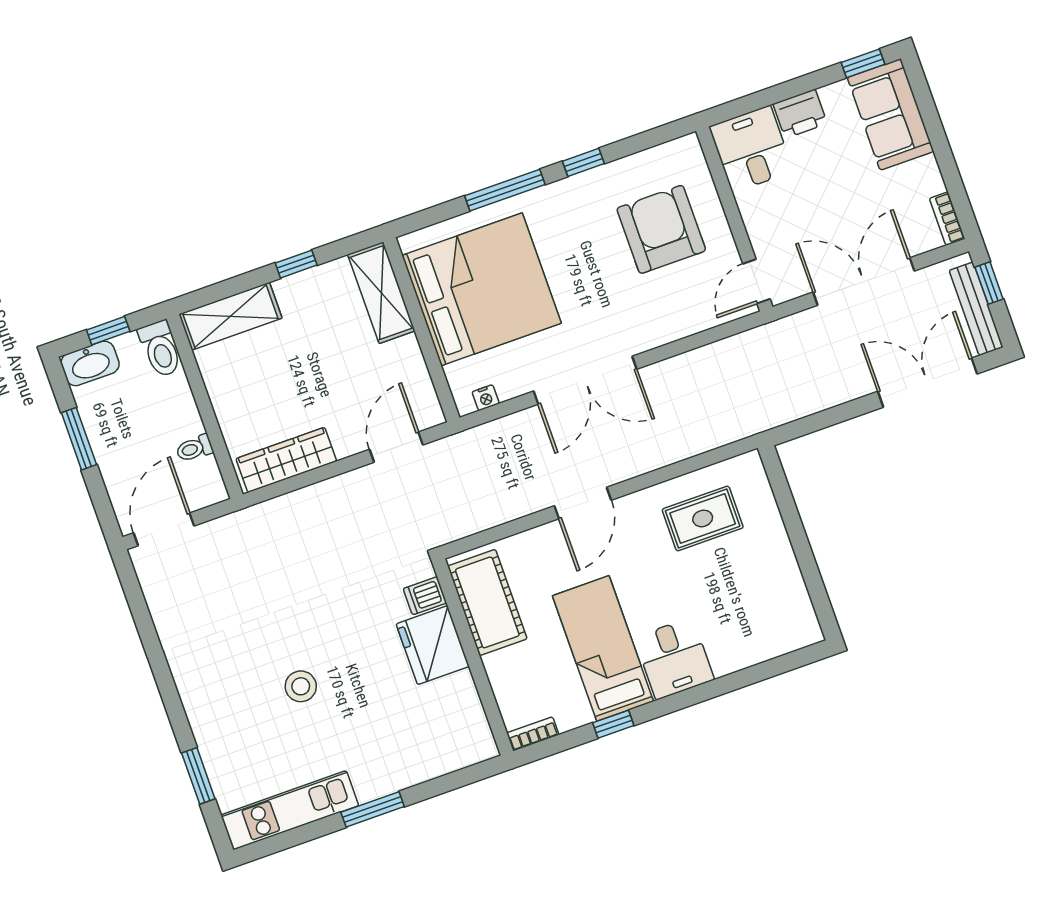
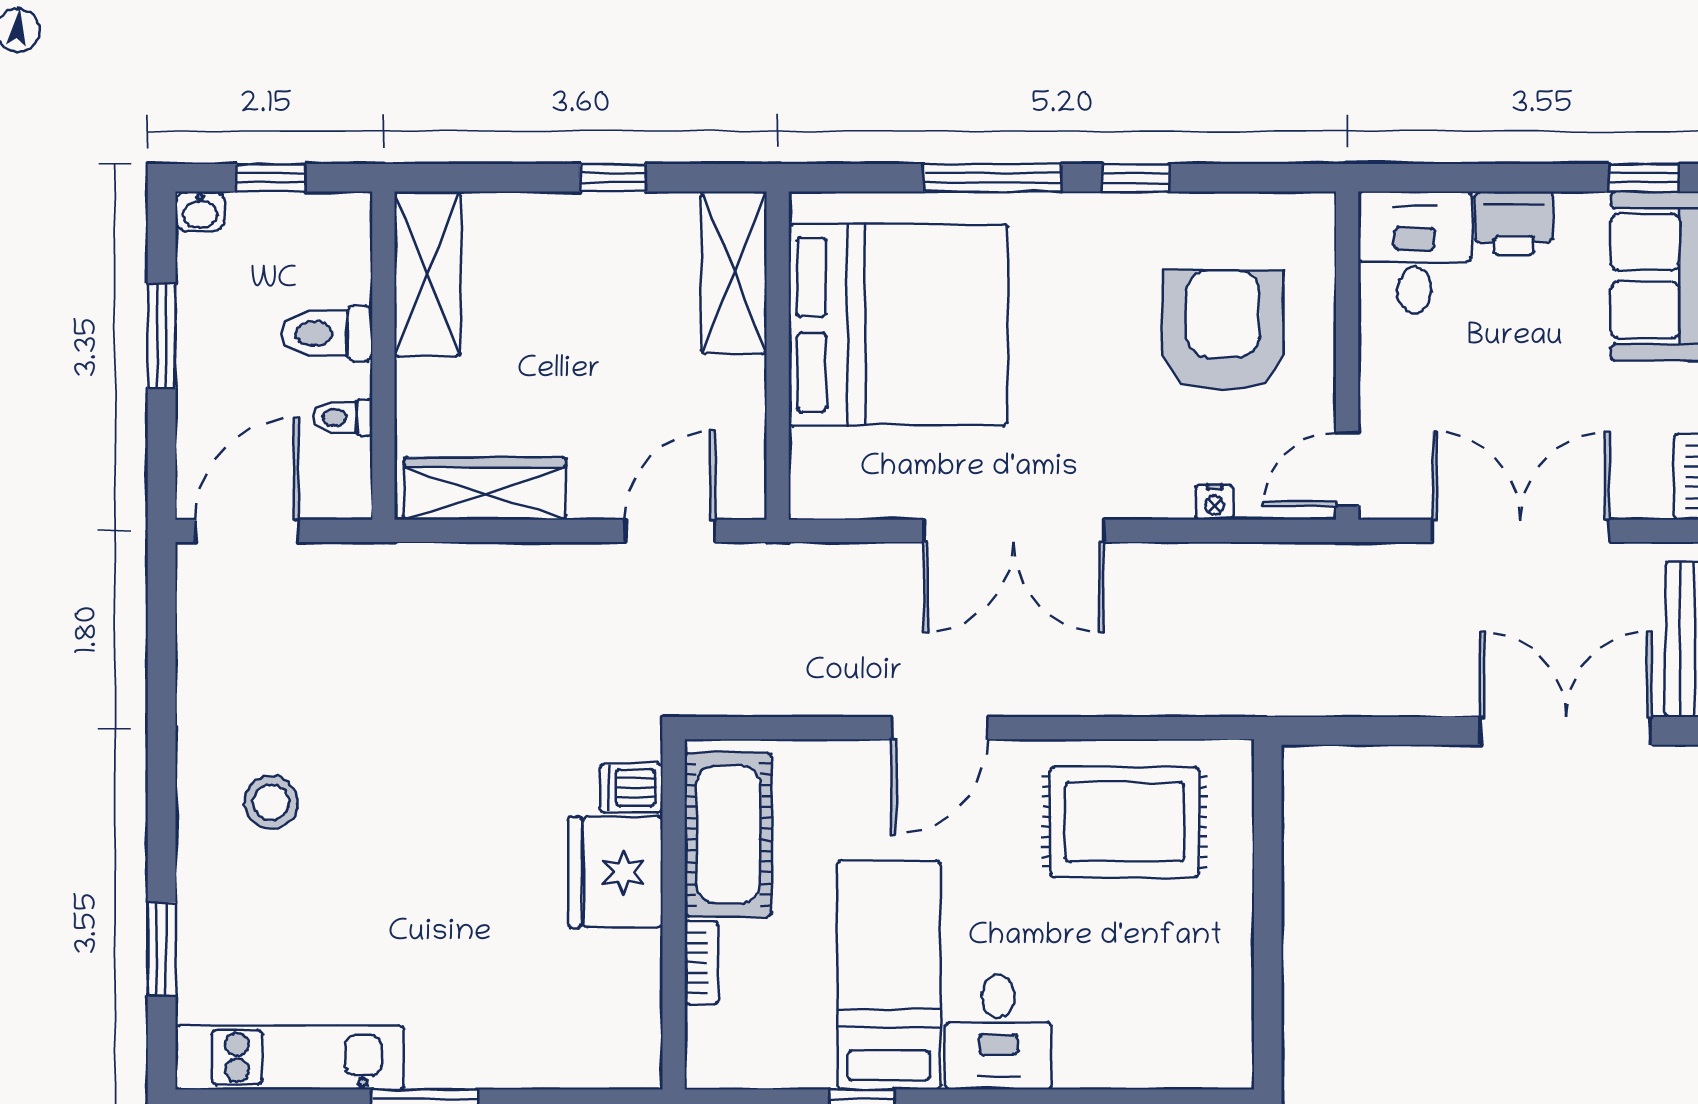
shelving: (230, 316) -> (427, 274), moved, turned 90
toilet: (160, 349) -> (327, 333), moved, turned 90
washbasin: (90, 363) -> (200, 211), width x0.52, depth x0.69
nightstand: (486, 398) -> (1214, 502), moved
rug: (703, 518) -> (1124, 822), width x1.36, depth x1.43
stool: (301, 686) -> (271, 802), moved
bookcase: (533, 734) -> (701, 963), moved, turned 90

